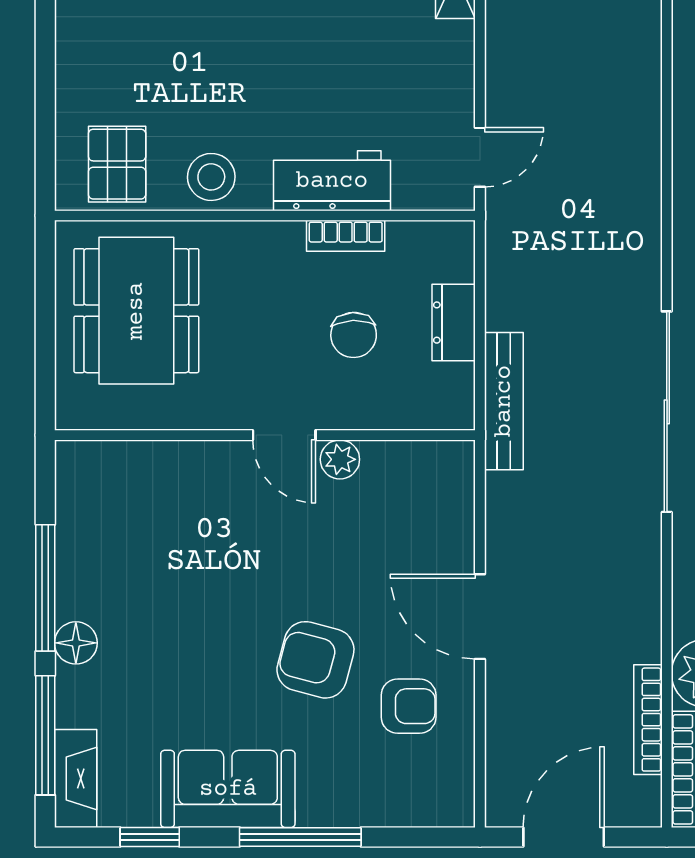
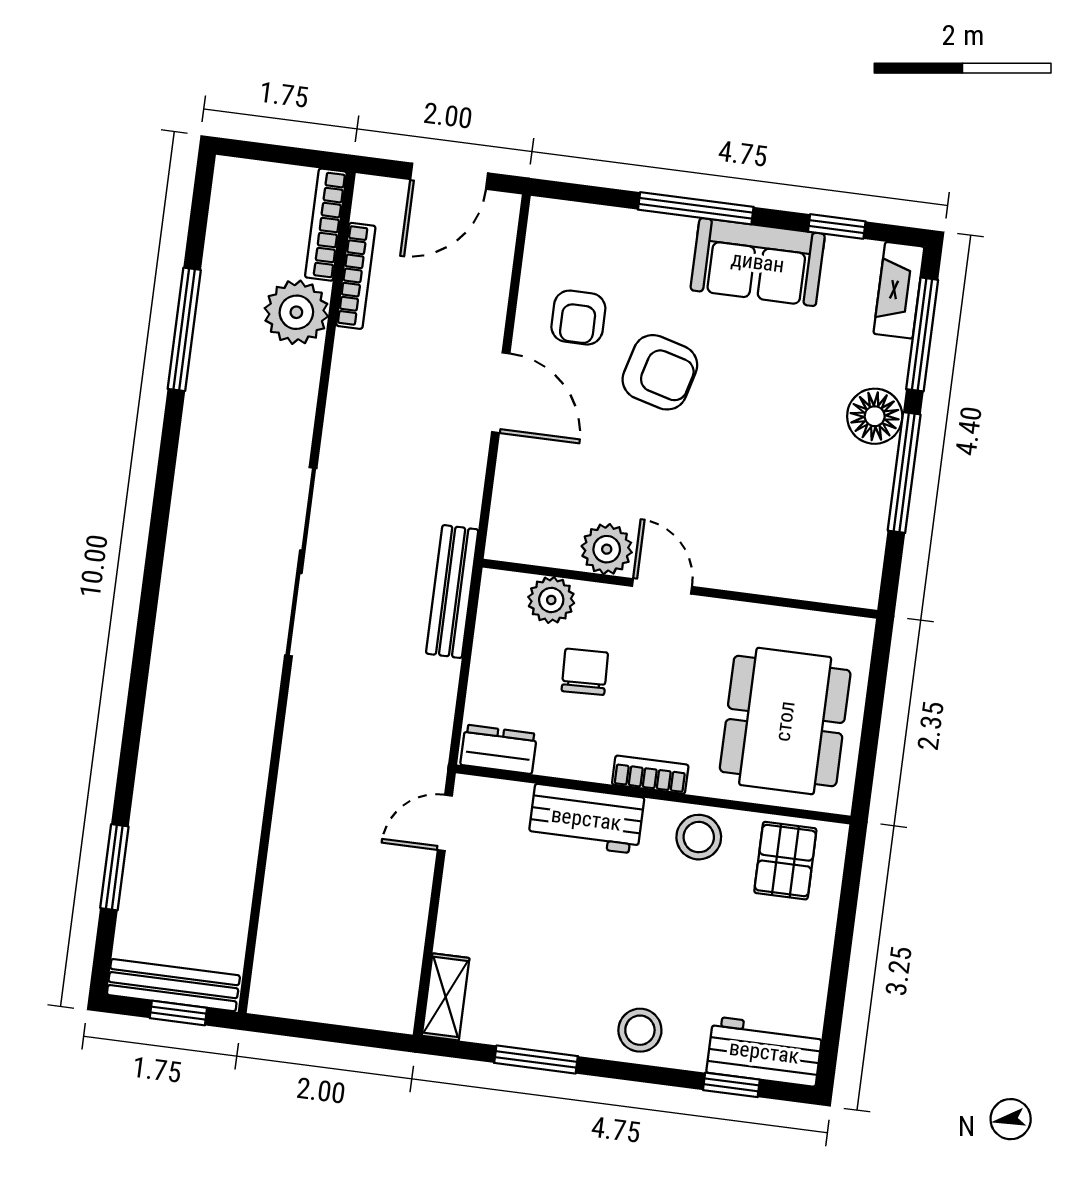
bookcase: (346, 236) -> (650, 775), moved
dresser: (454, 323) -> (499, 749), moved, turned -90
plant: (399, 406) -> (551, 600), added
plant: (340, 459) -> (607, 549), width x1.38, depth x1.38
floor lamp: (76, 643) -> (875, 416), width x1.38, depth x1.38
armchair: (409, 706) -> (578, 318), turned -90

